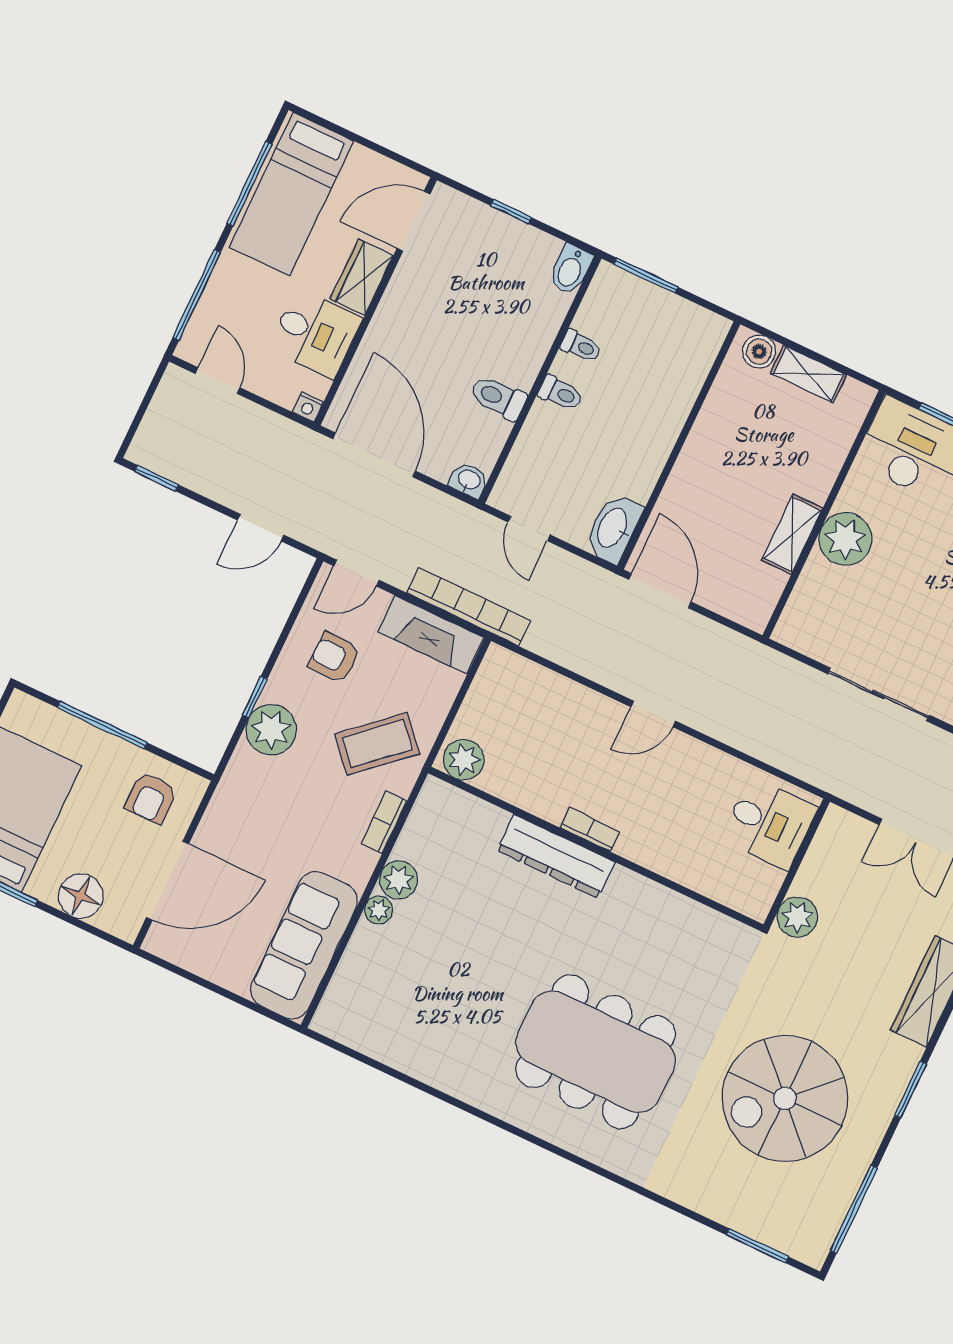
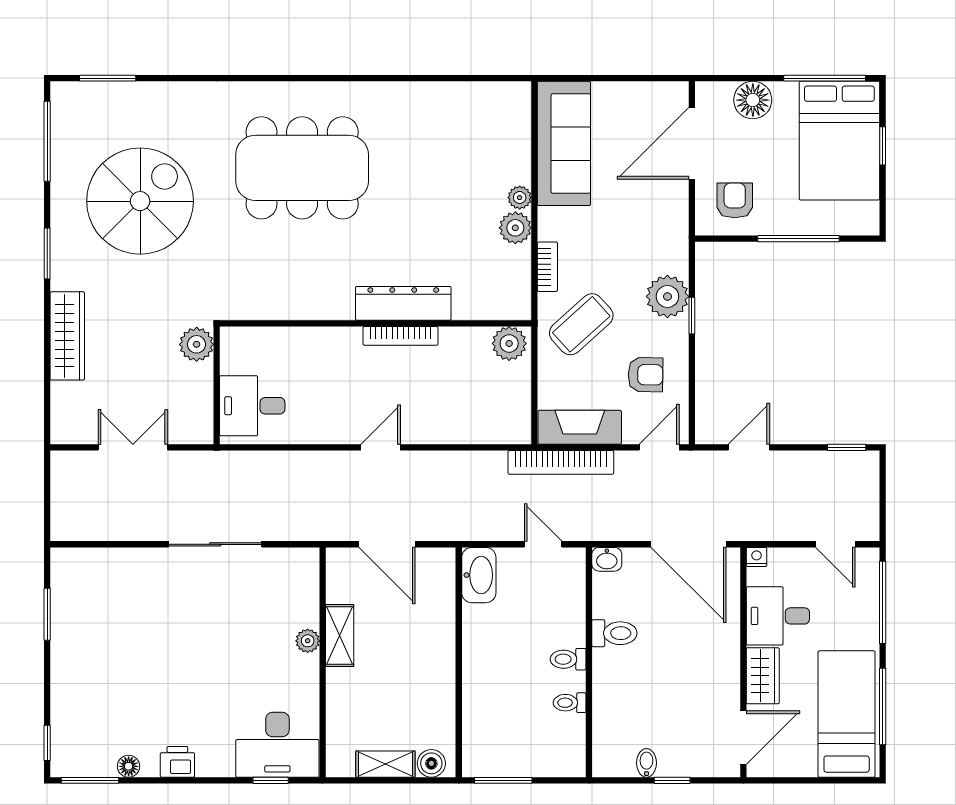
bidet: (571, 269) -> (646, 763), moved, width x0.72, depth x0.74
window: (646, 276) -> (503, 780), moved
plant: (845, 539) -> (308, 641), width x0.53, depth x0.53
door: (660, 591) -> (387, 544), moved
bookcase: (590, 830) -> (400, 336), width x1.56

